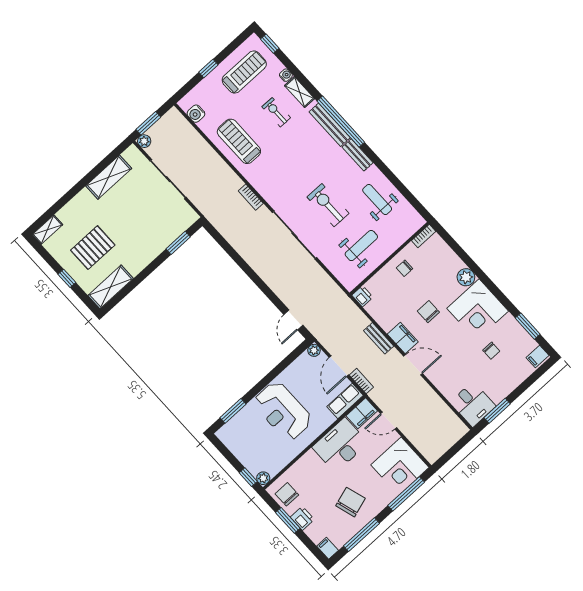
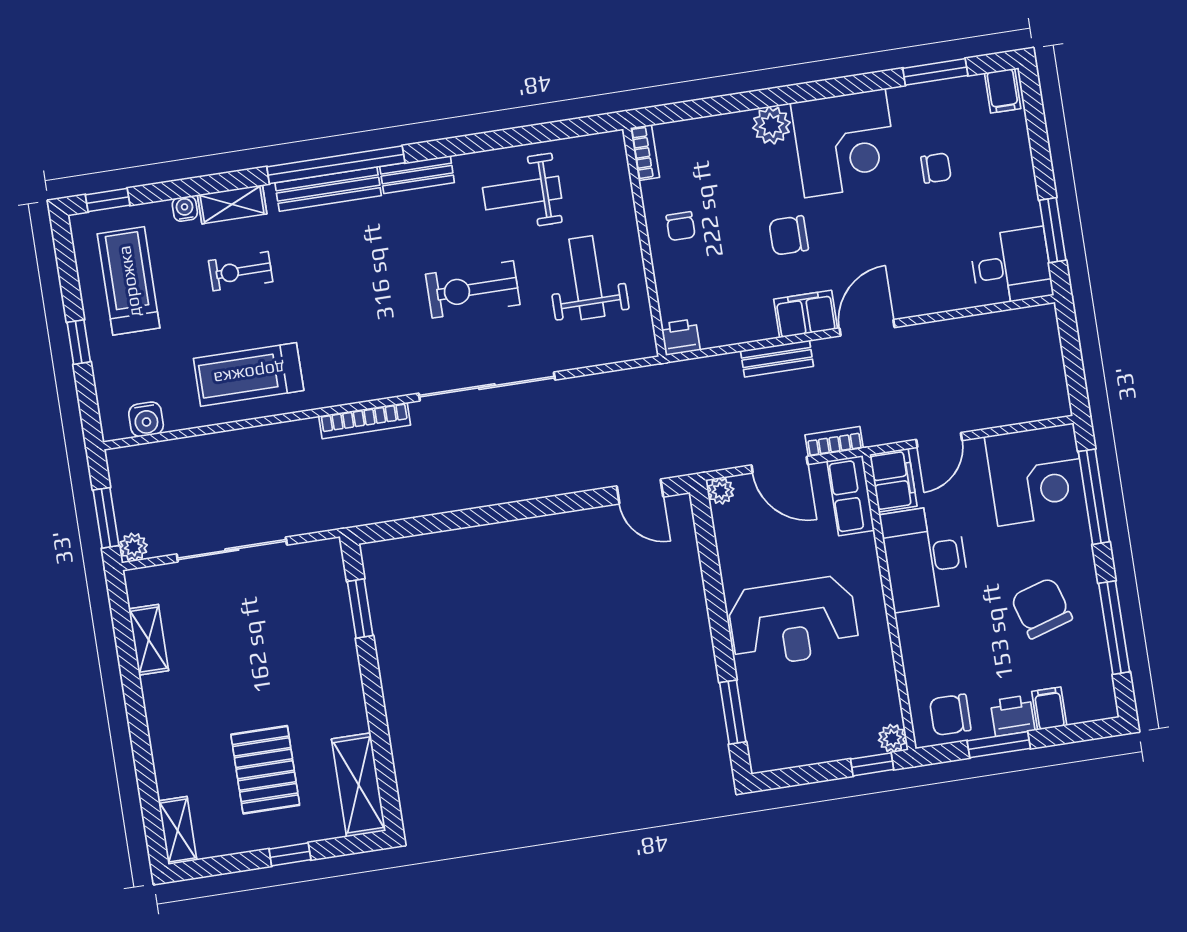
shelving: (109, 177) -> (149, 640), width x0.67, depth x0.75
bookcase: (251, 197) -> (365, 421), width x1.56
filing cabinet: (328, 548) -> (1049, 708), moved, turned 90

